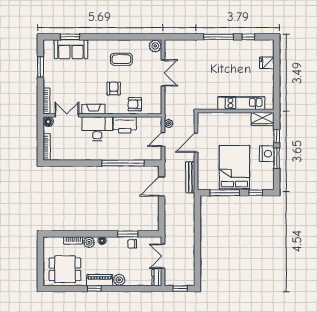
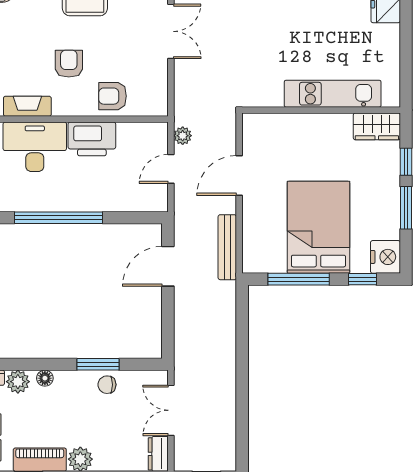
nightstand: (267, 154) -> (385, 257), moved
window: (123, 163) -> (58, 218), moved

